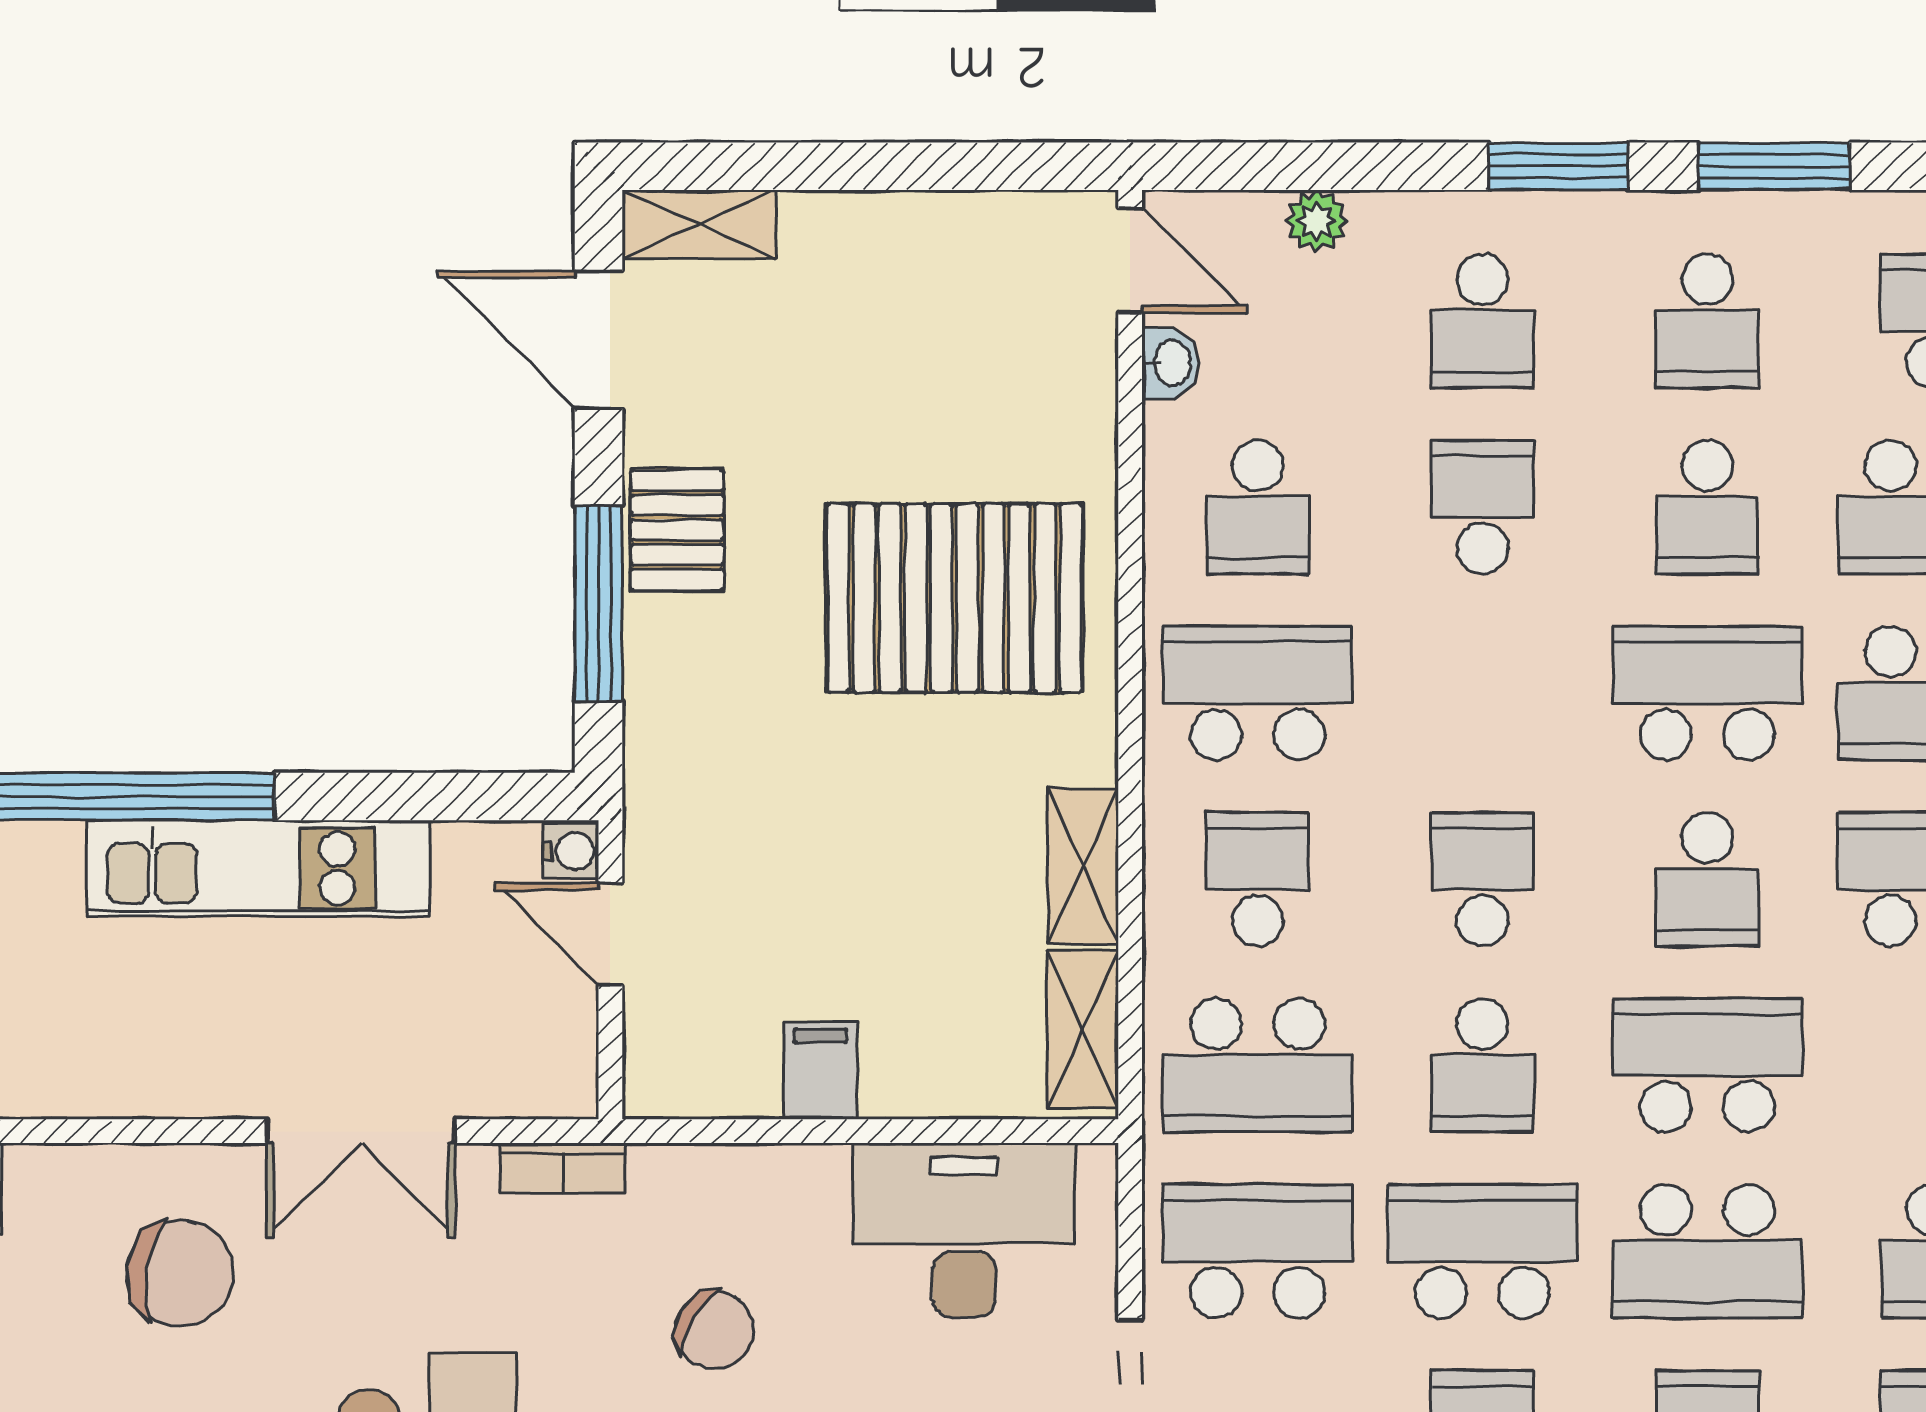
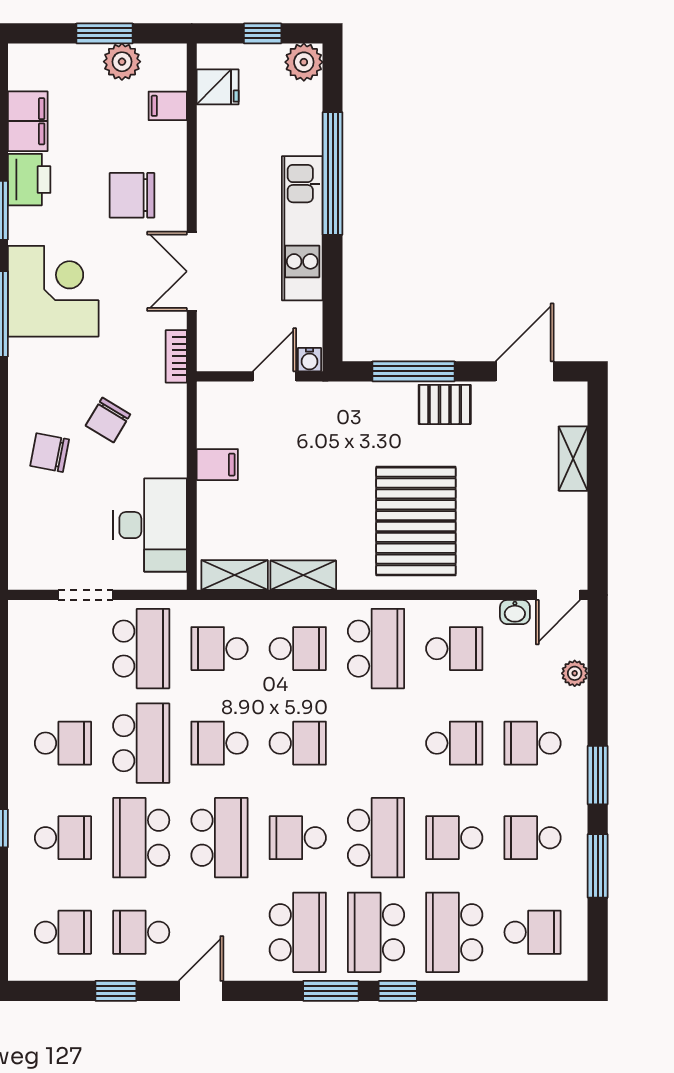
shelving: (699, 224) -> (573, 459), moved
school desk: (1258, 507) -> (454, 649), turned 180
school desk: (1258, 1065) -> (219, 649), width x0.54
chair: (180, 1273) -> (132, 195), turned 81

